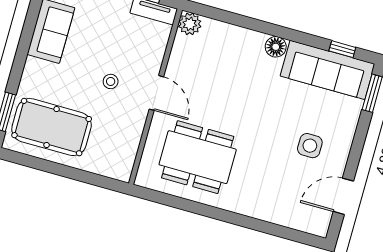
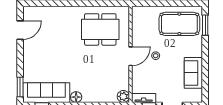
door: (156, 93) -> (131, 56), swing flipped
side table: (310, 146) -> (44, 51), removed

